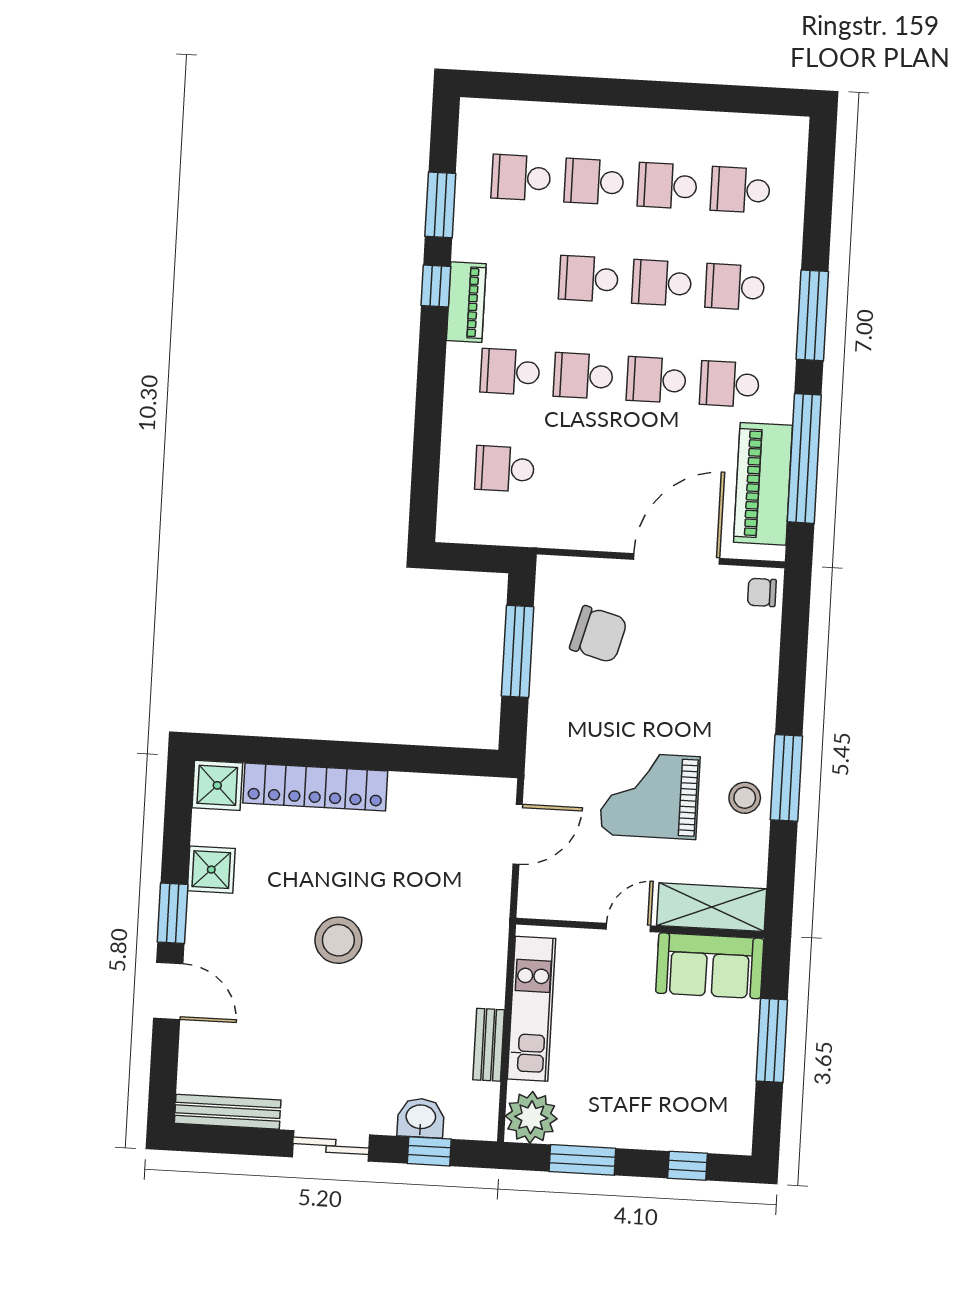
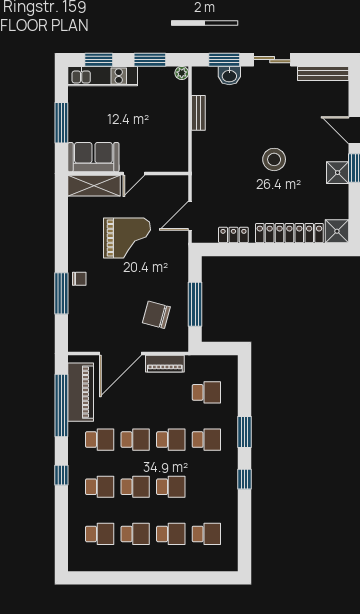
window: (440, 205) -> (245, 432), moved
piano: (466, 302) -> (165, 364), moved, turned -90
window: (812, 315) -> (61, 475), width x0.46
chair: (762, 592) -> (79, 279), moved
window: (786, 778) -> (61, 293), moved
locker: (431, 790) -> (233, 235), added
stool: (745, 798) -> (81, 239), removed
shower: (211, 870) -> (338, 173), moved
kitchen unit: (531, 1009) -> (103, 76), moved, turned -90
plant: (531, 1117) -> (182, 73), width x0.53, depth x0.53
window: (429, 1151) -> (224, 60), width x1.50
window: (688, 1166) -> (99, 60), width x1.50

